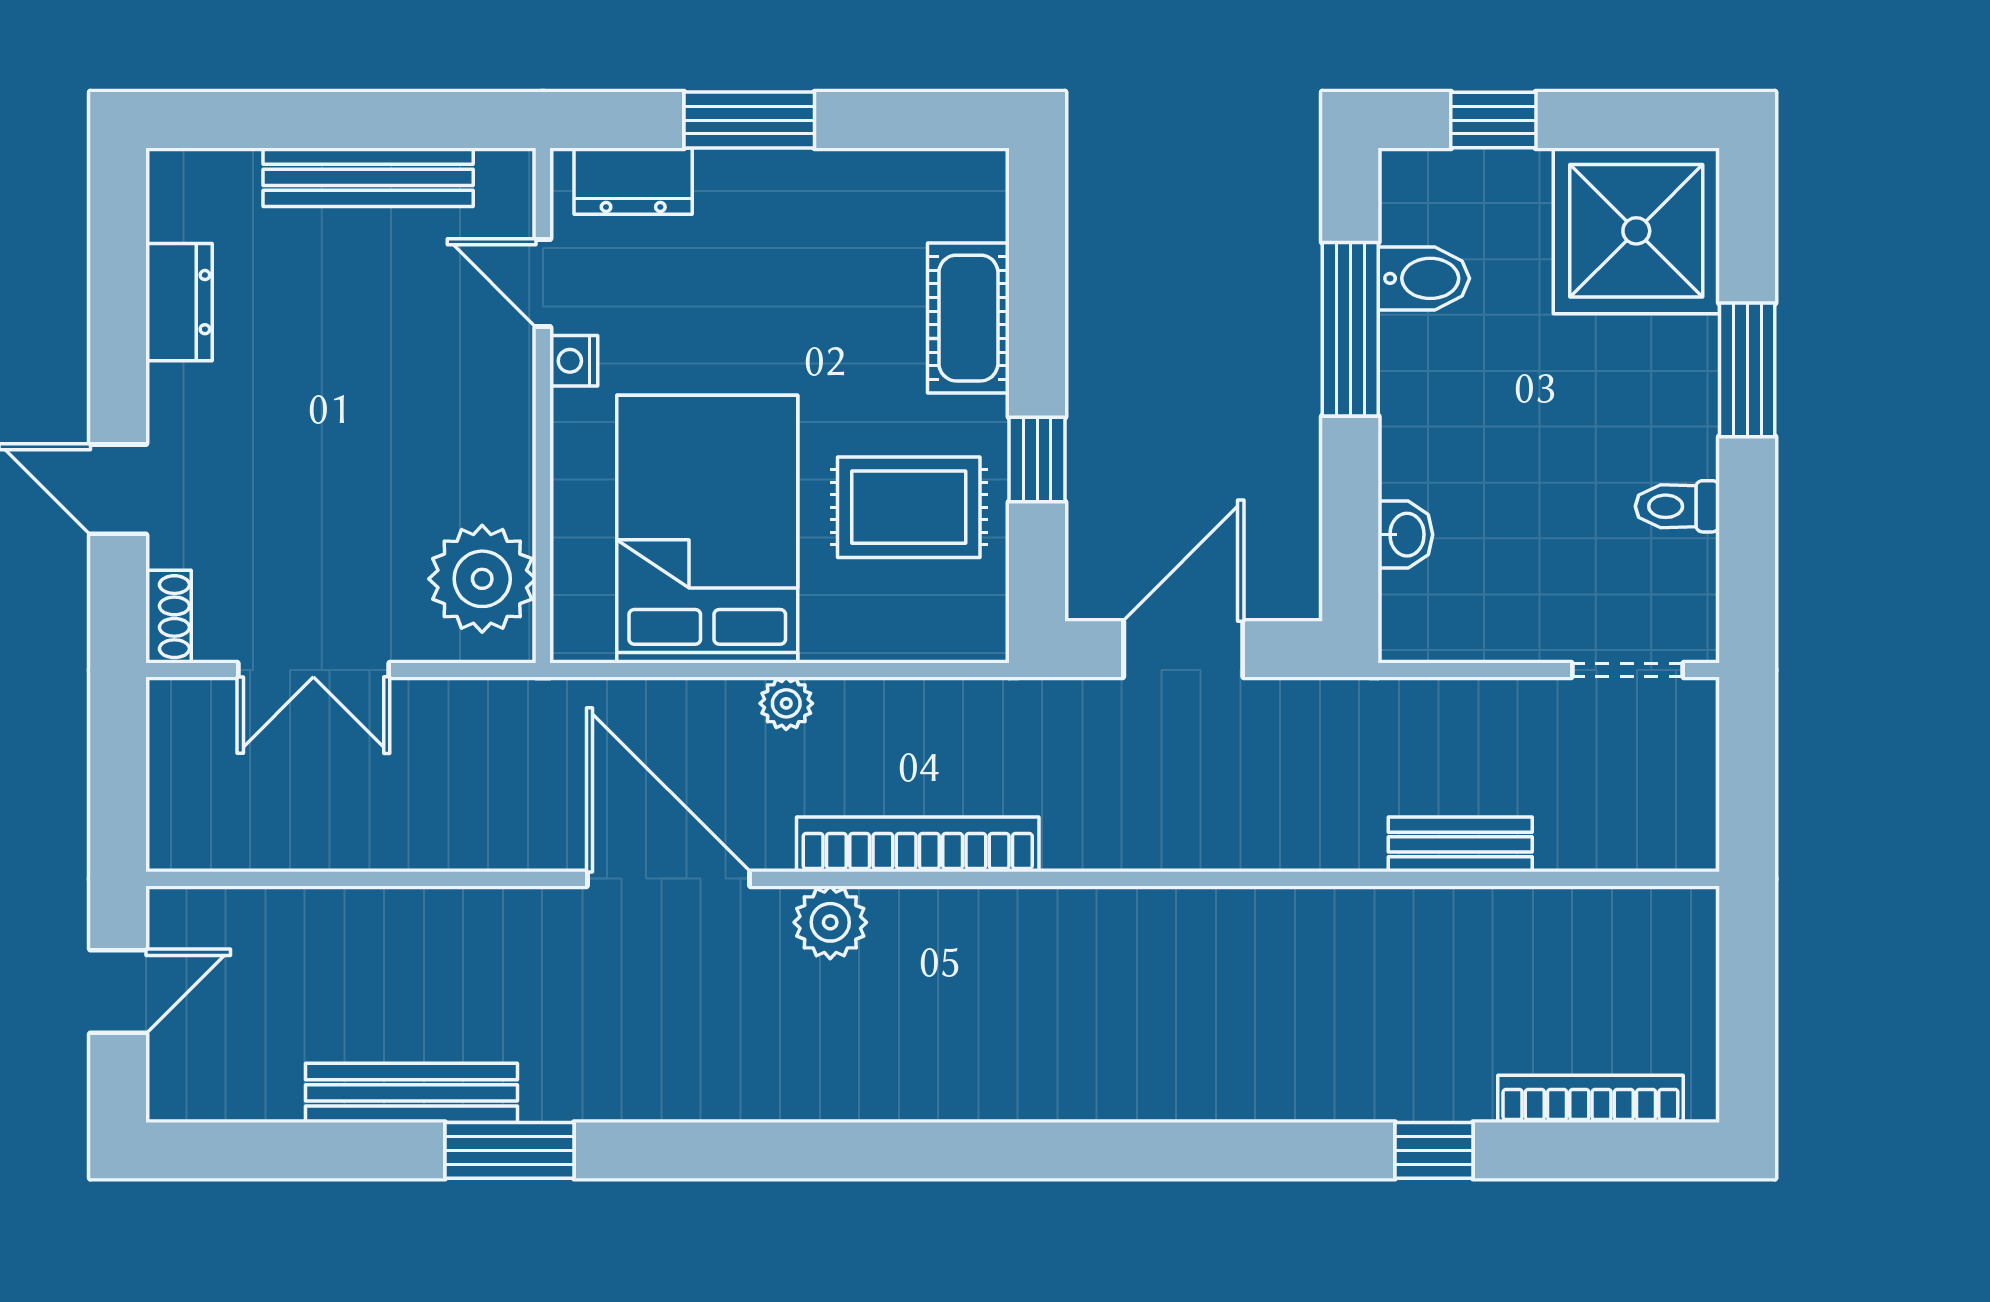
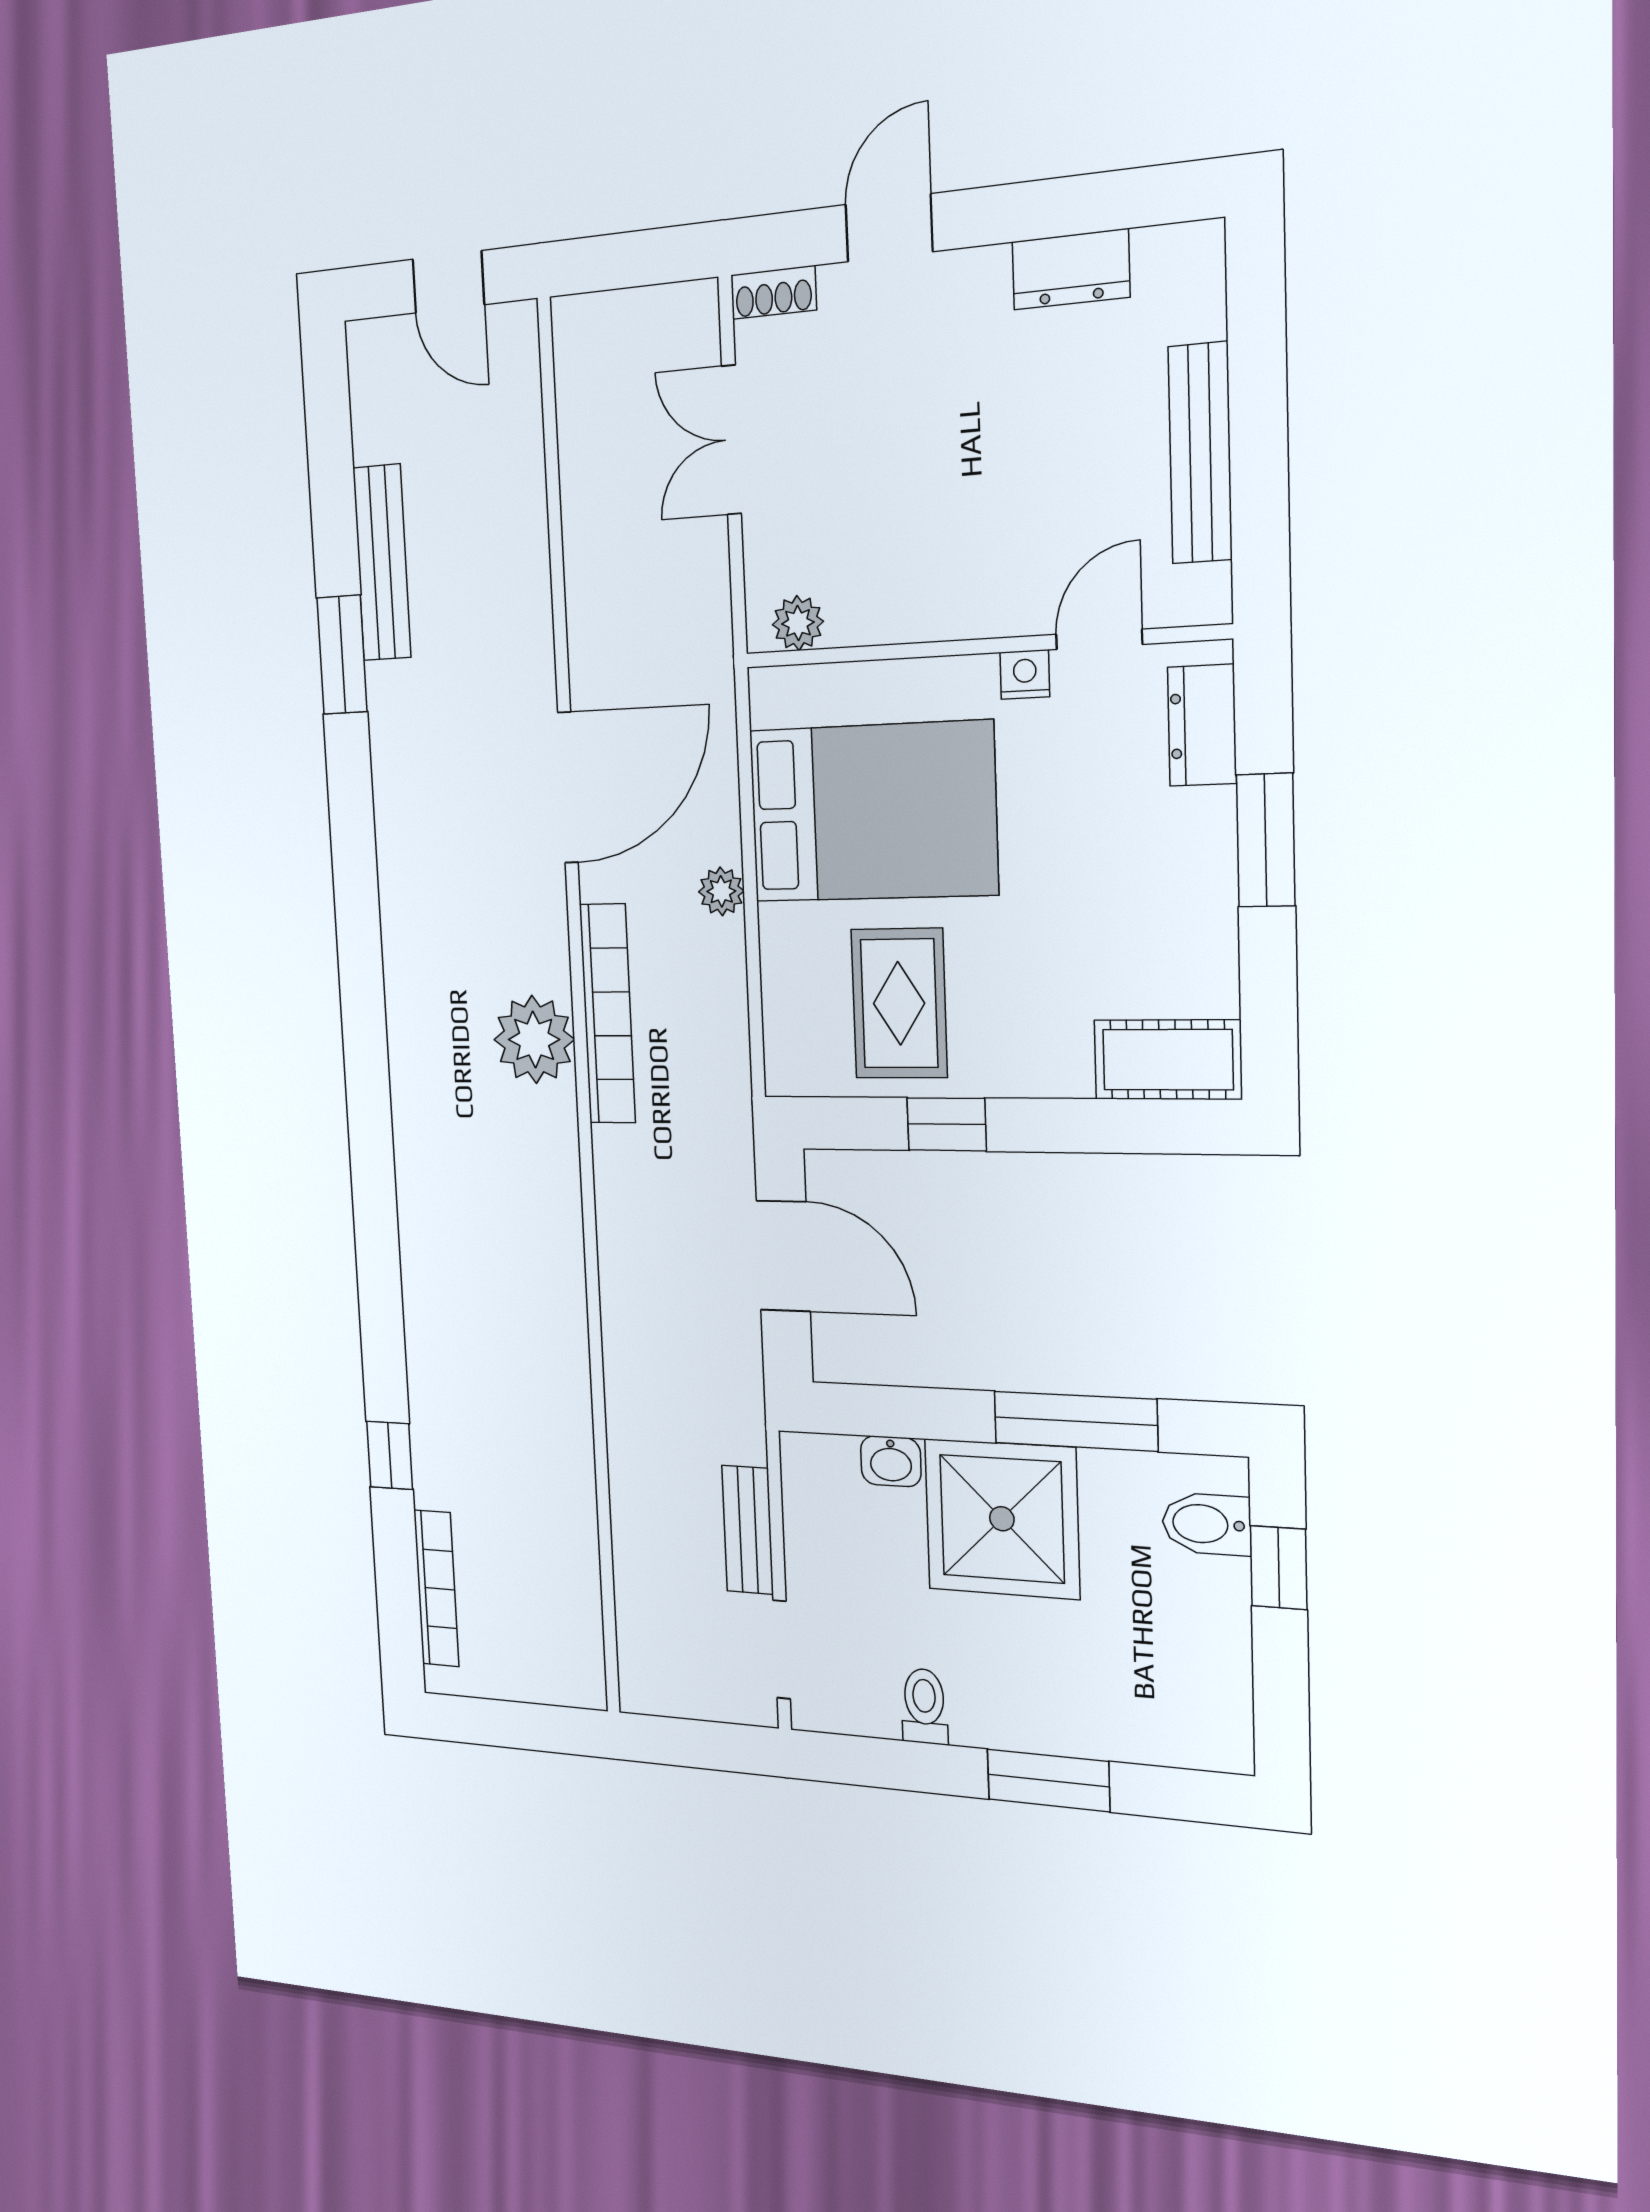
shower: (1636, 231) -> (1002, 1519), moved
bidet: (1424, 278) -> (1206, 1524), moved, turned 90
cot: (968, 318) -> (1168, 1060), moved
plant: (482, 579) -> (798, 623), width x0.53, depth x0.53
bench: (1460, 844) -> (748, 1530), moved
plant: (830, 922) -> (534, 1039), moved, width x1.36, depth x1.36

